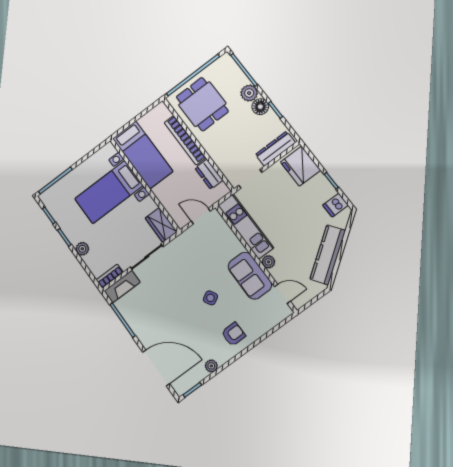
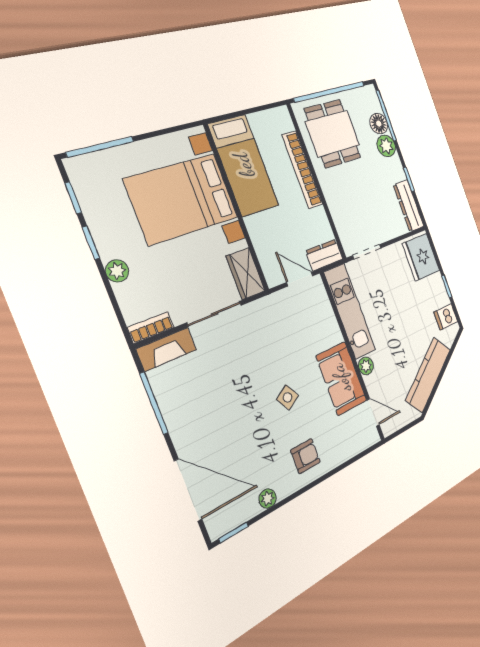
floor lamp: (260, 107) -> (379, 124), moved
dresser: (275, 149) -> (409, 206), moved, turned -90
dresser: (209, 174) -> (324, 255), moved, turned 90
bed with nightstands: (109, 192) -> (182, 199), width x1.36

